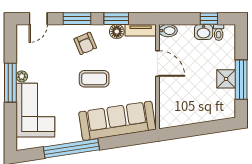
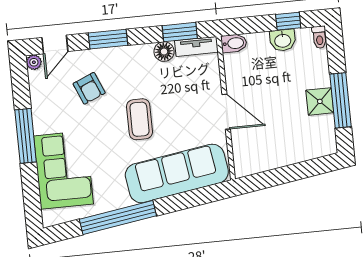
window: (116, 19) -> (180, 32), moved
toilet: (219, 32) -> (319, 37), moved
armchair: (85, 43) -> (89, 88), moved
door: (157, 64) -> (226, 112), moved
plant: (22, 76) -> (34, 62), moved
coffee table: (94, 79) -> (139, 119), turned 90

